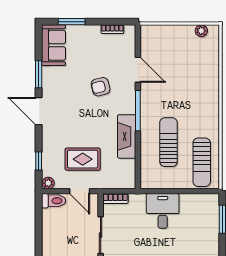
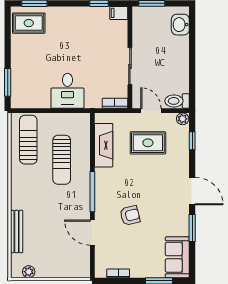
bench: (213, 71) -> (17, 232), added
fireplace: (127, 136) -> (104, 145), moved

